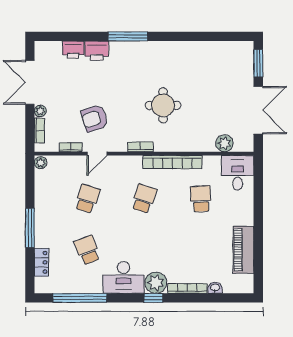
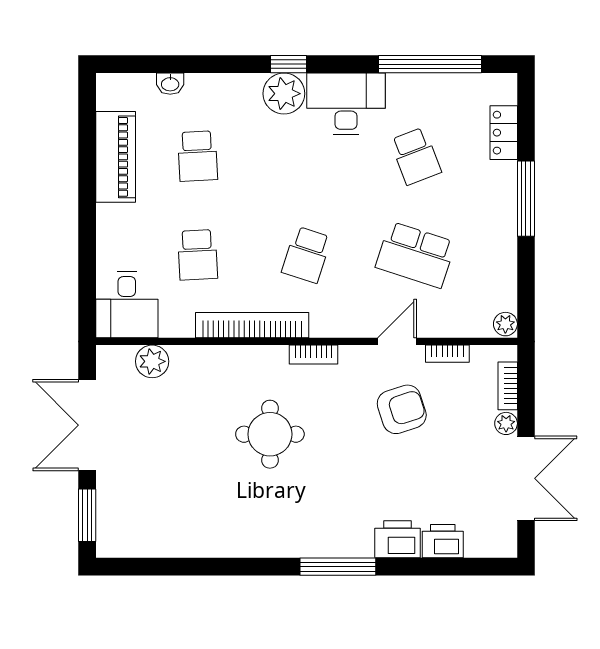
school desk: (87, 199) -> (416, 255), width x1.85
school desk: (201, 250) -> (198, 156), added
bookcase: (187, 288) -> (223, 82), removed

